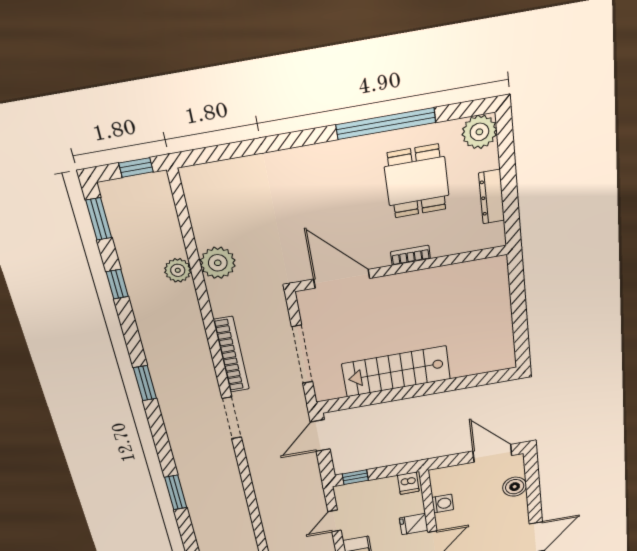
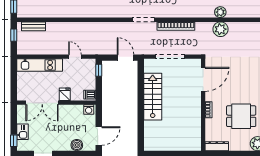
dresser: (492, 197) -> (217, 146), moved
washing machine: (443, 503) -> (89, 110), moved

